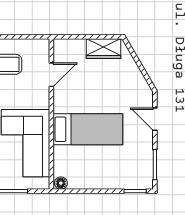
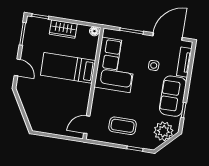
wardrobe: (104, 49) -> (63, 29), moved, turned 180
door: (51, 75) -> (87, 125), moved

